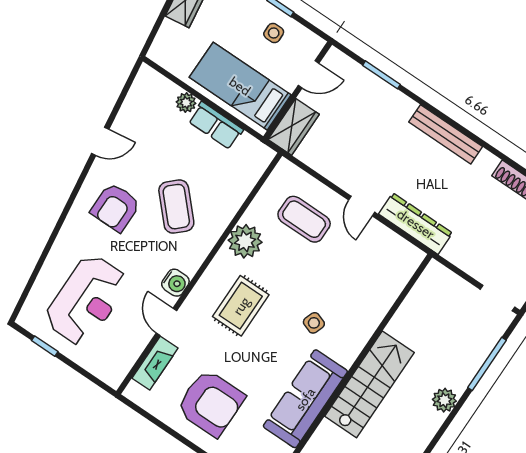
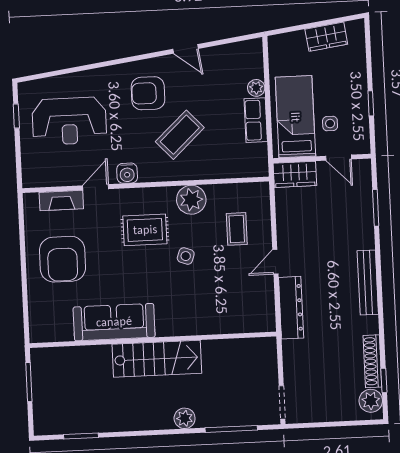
side table: (274, 33) -> (330, 124), moved
coffee table: (304, 219) -> (237, 229), width x0.73, depth x0.77
side table: (314, 323) -> (186, 256), moved

